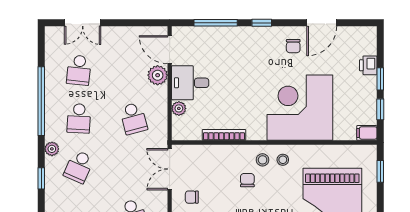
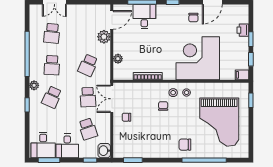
door: (170, 50) -> (112, 20), swing flipped
desk: (190, 83) -> (144, 17), moved, turned 90
school desk: (133, 118) -> (88, 65), turned 39
school desk: (133, 167) -> (88, 97), added

